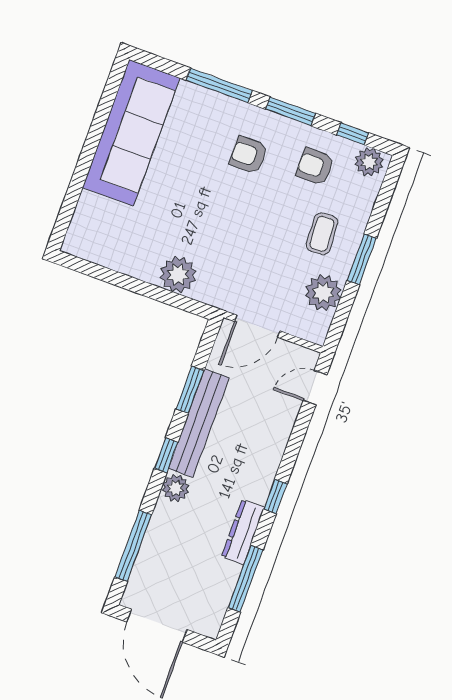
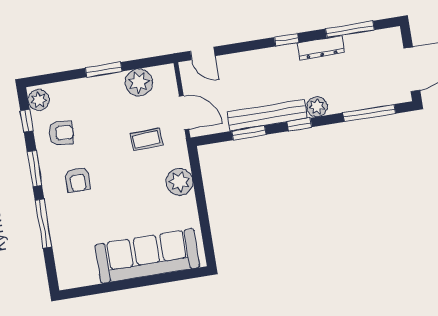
sofa: (131, 133) -> (147, 256), moved
armchair: (315, 167) -> (61, 133), turned -84
coffee table: (322, 234) -> (146, 139), moved

